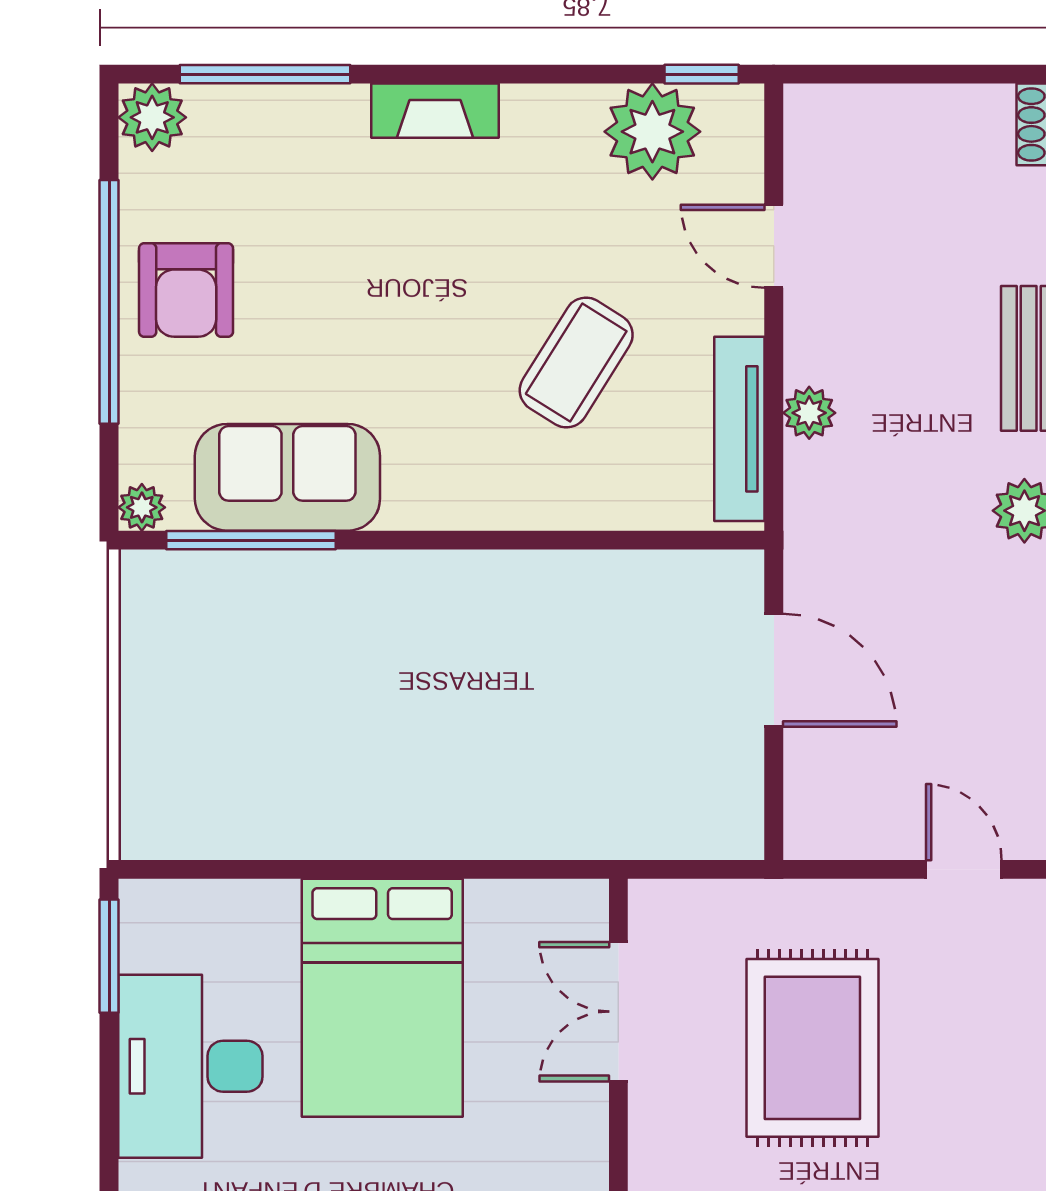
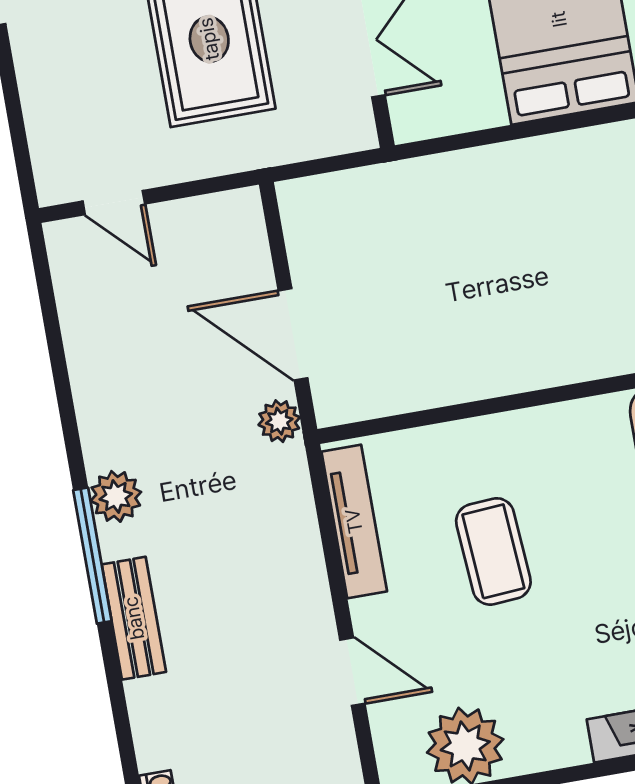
coffee table: (576, 362) -> (493, 551), turned -36
plant: (809, 413) -> (279, 421), moved

